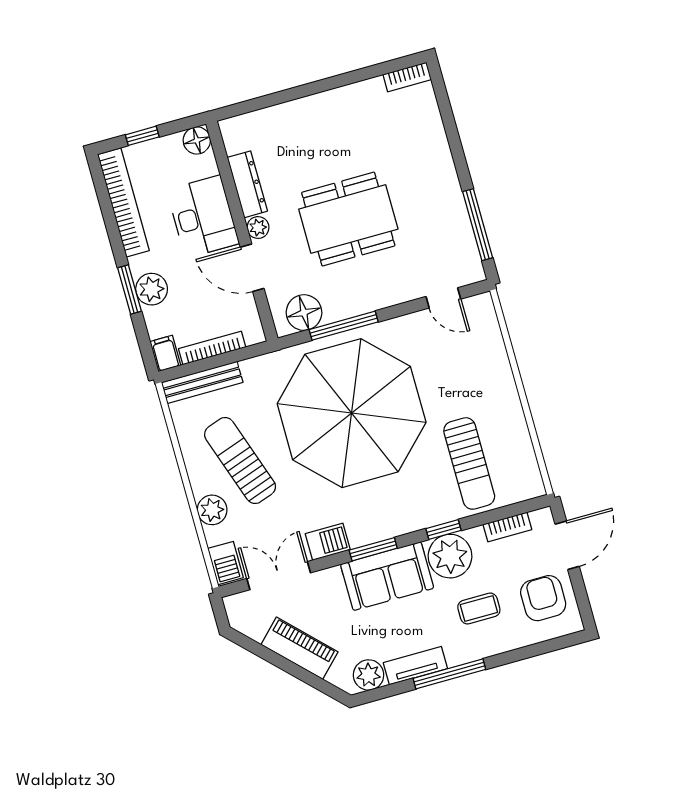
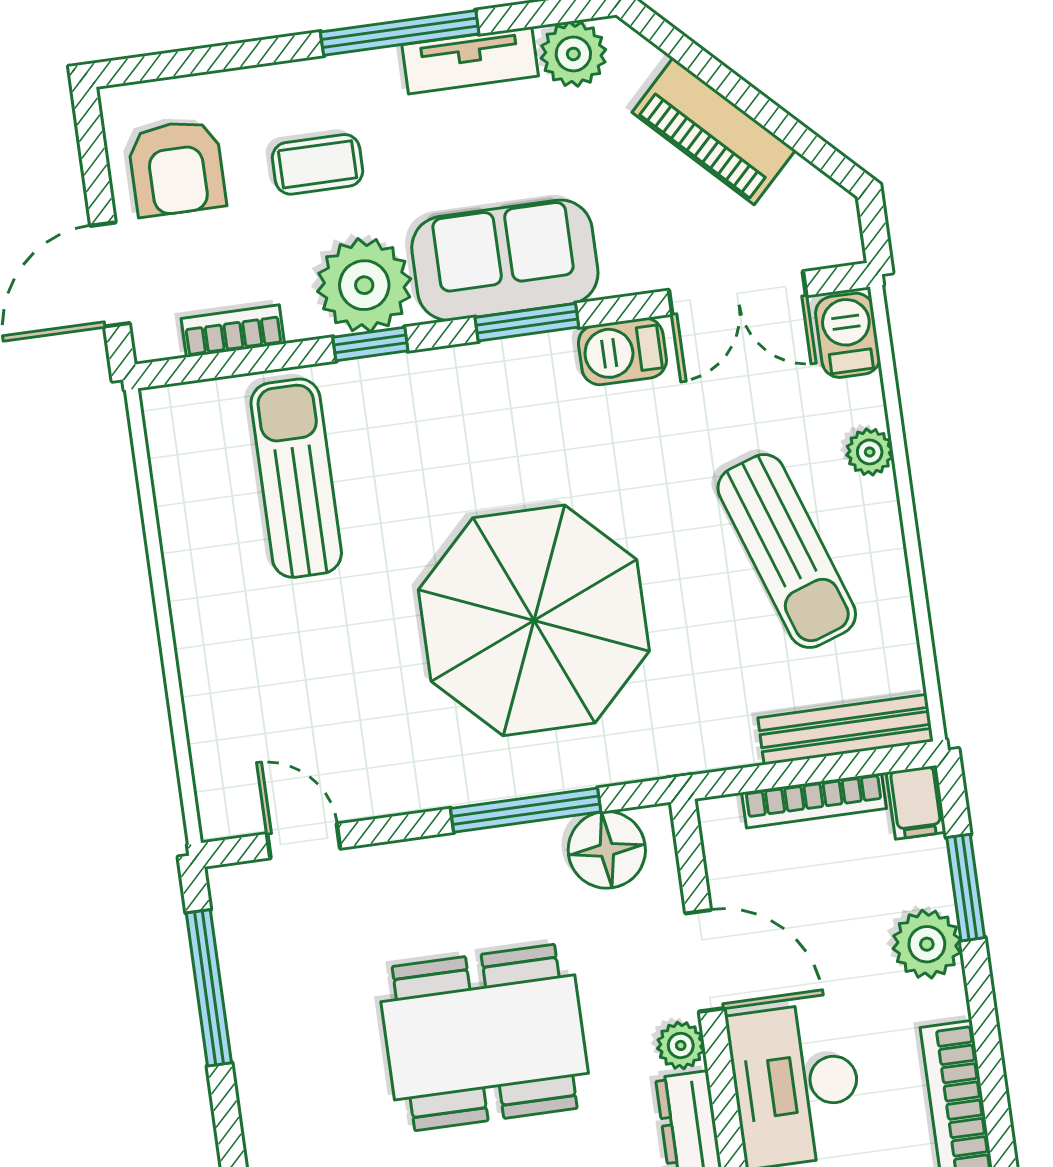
window: (129, 290) -> (966, 888), moved
parasol: (352, 413) -> (534, 620), width x0.73, depth x0.73
plant: (212, 510) -> (870, 452), width x0.73, depth x0.73

